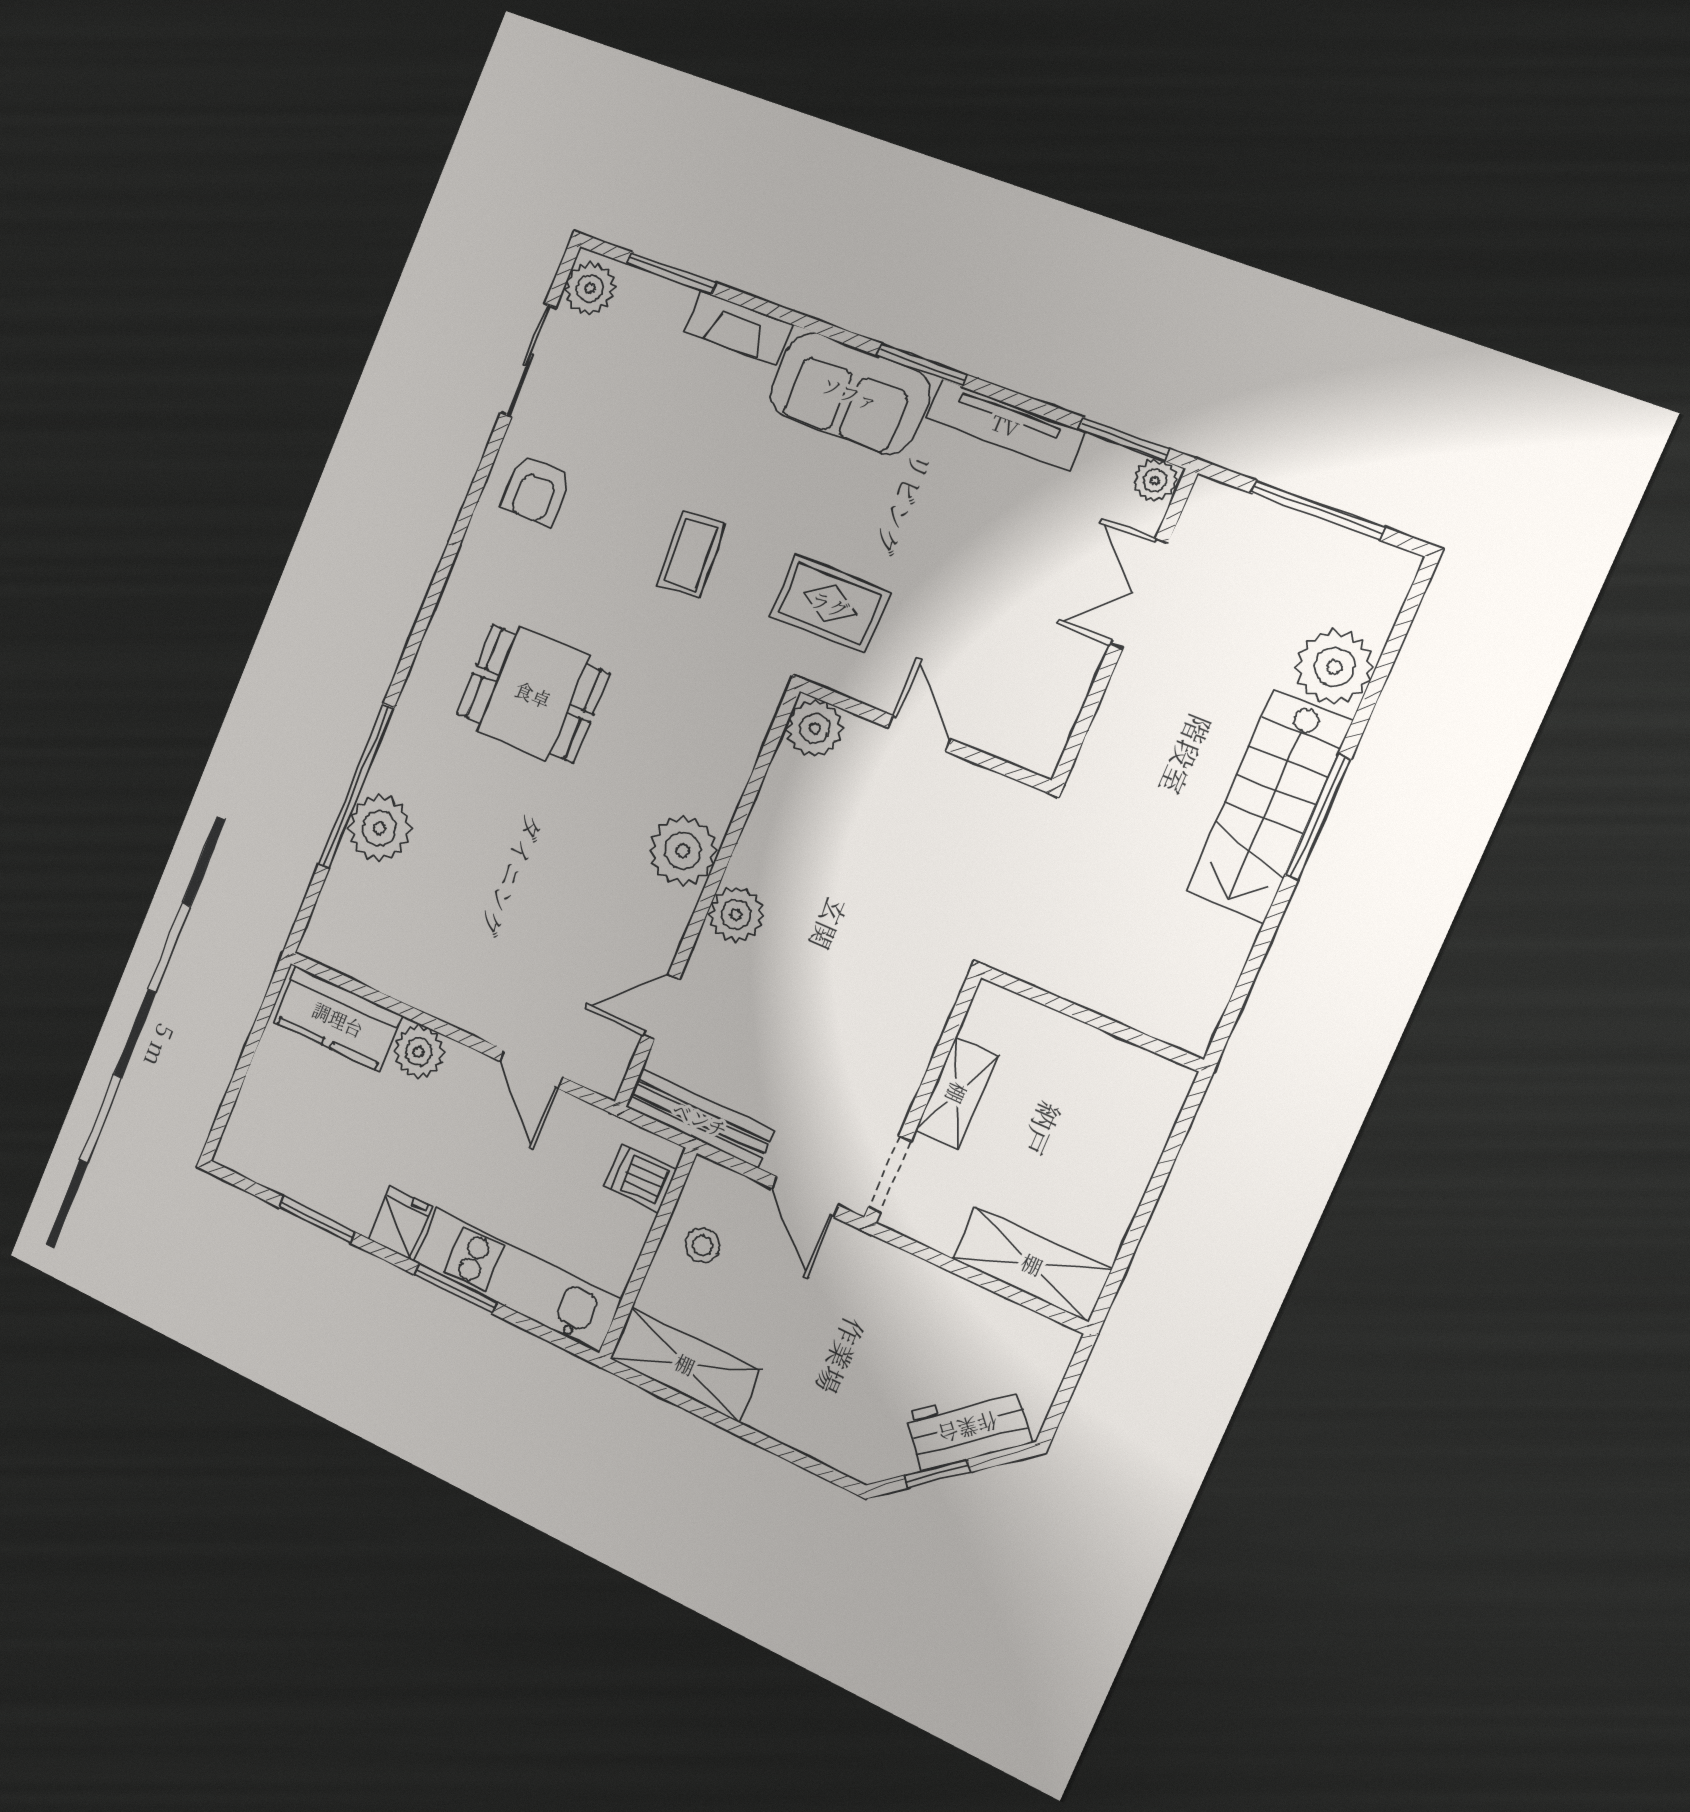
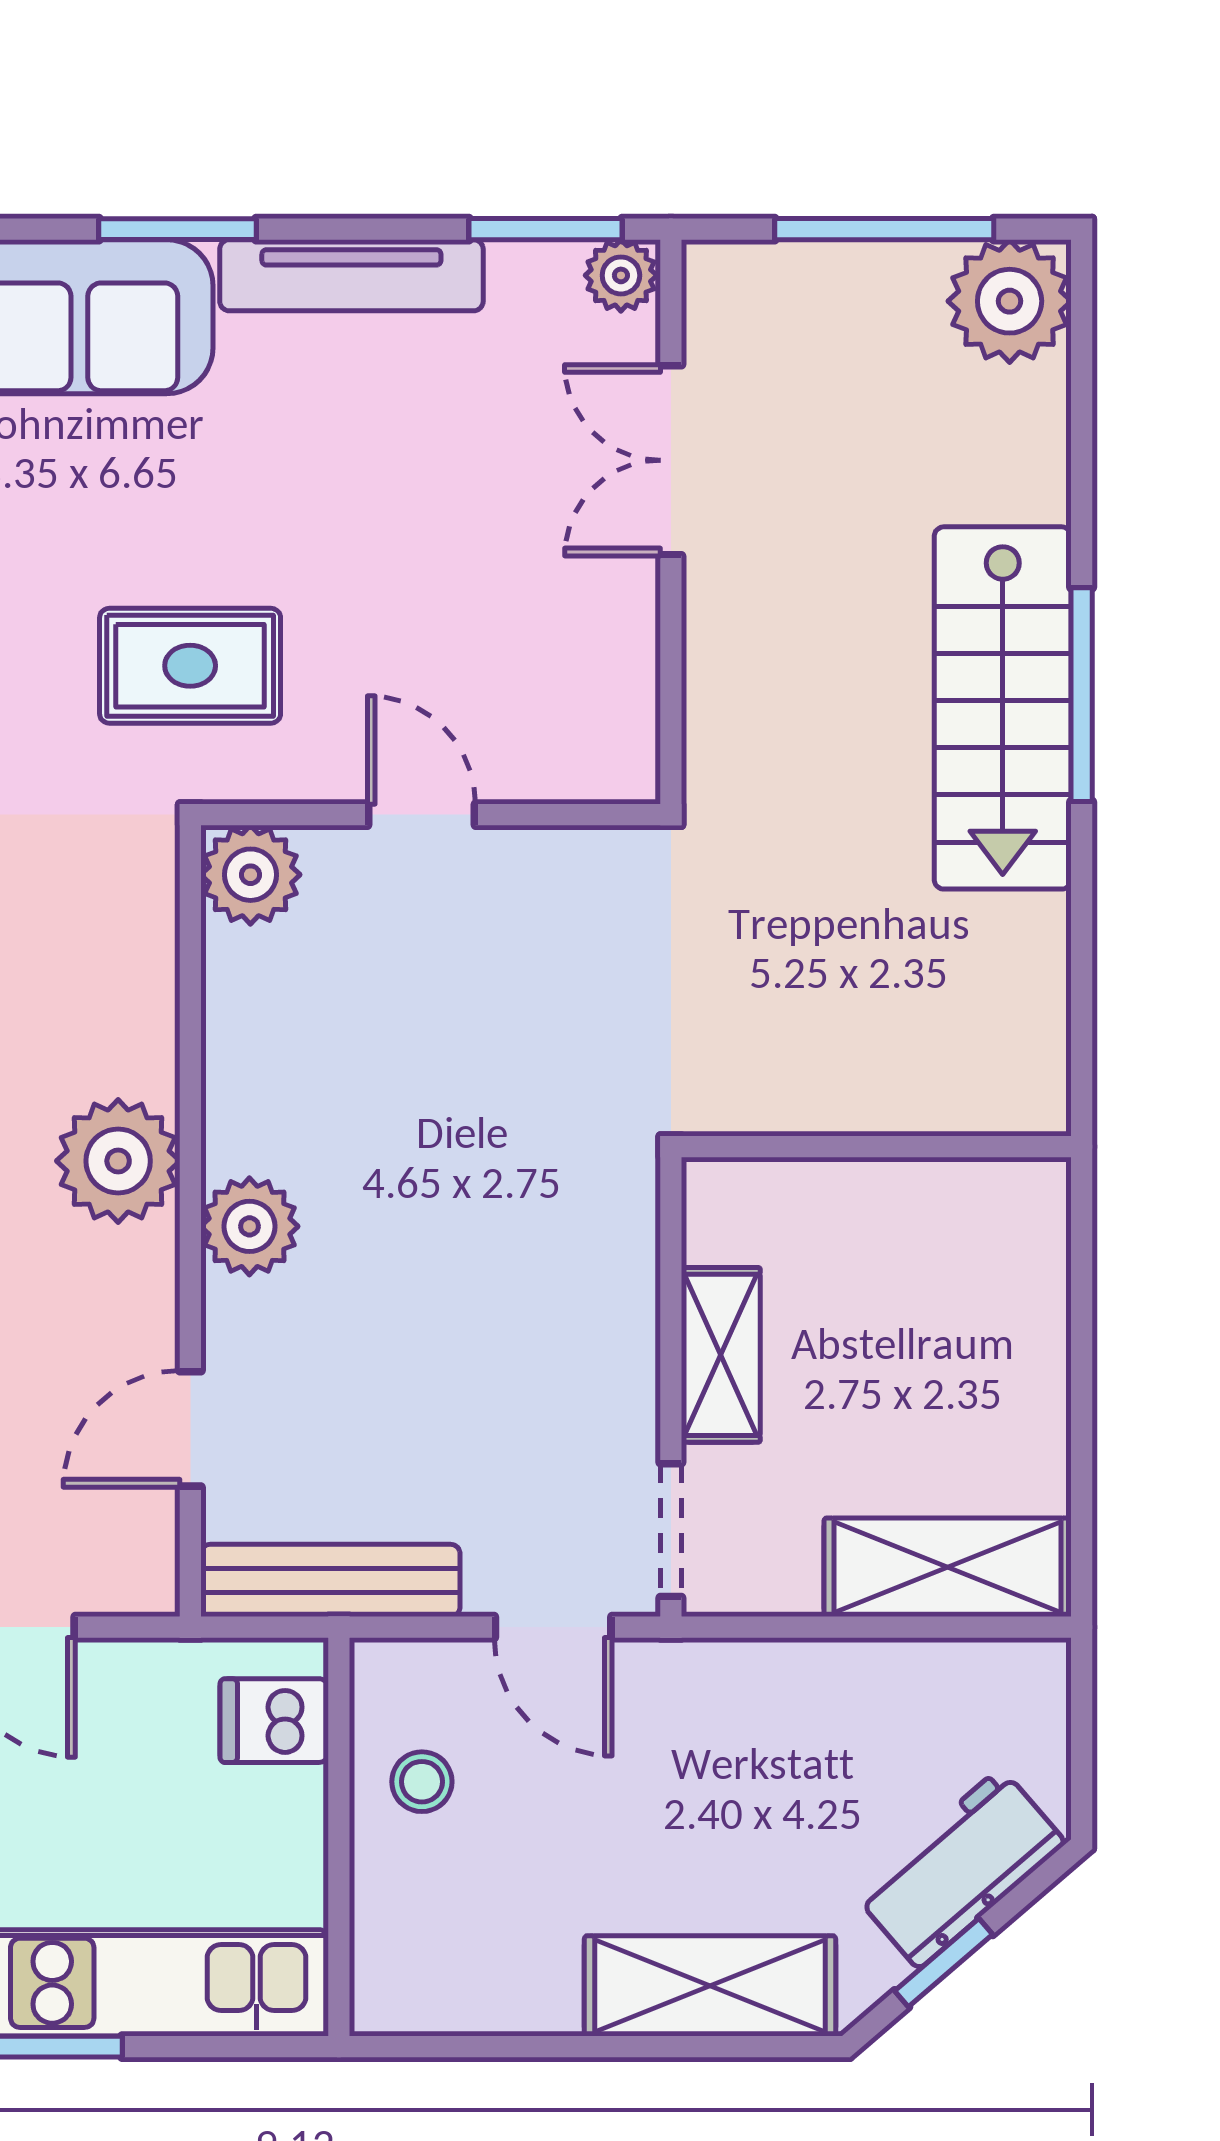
plant: (1334, 667) -> (1010, 301), moved
shelving: (685, 1364) -> (710, 1986), moved

